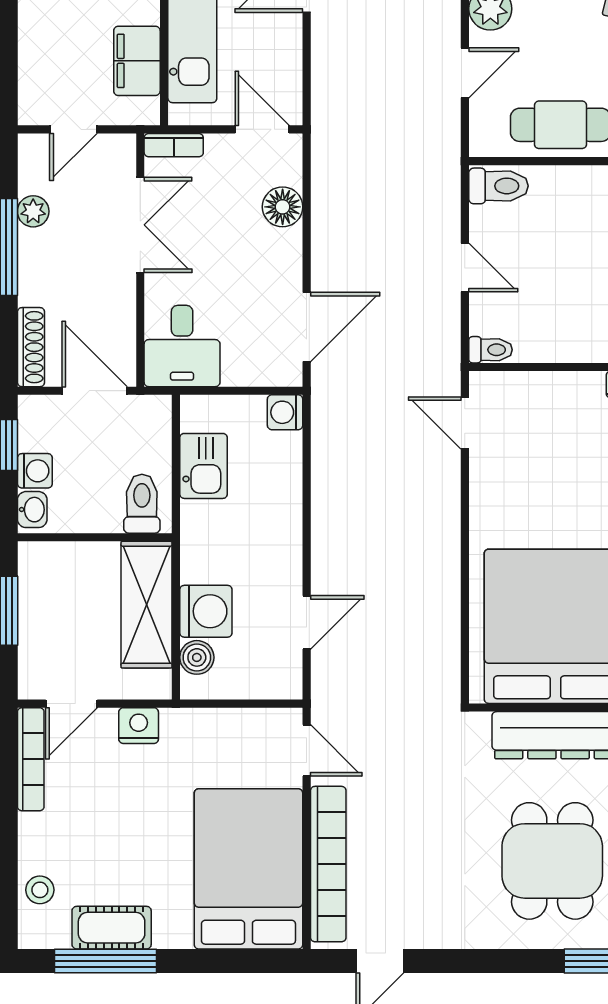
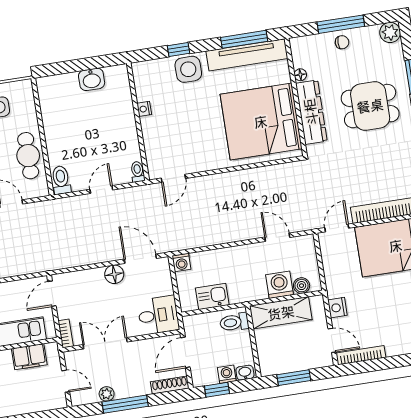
floor lamp: (283, 207) -> (114, 274), moved

